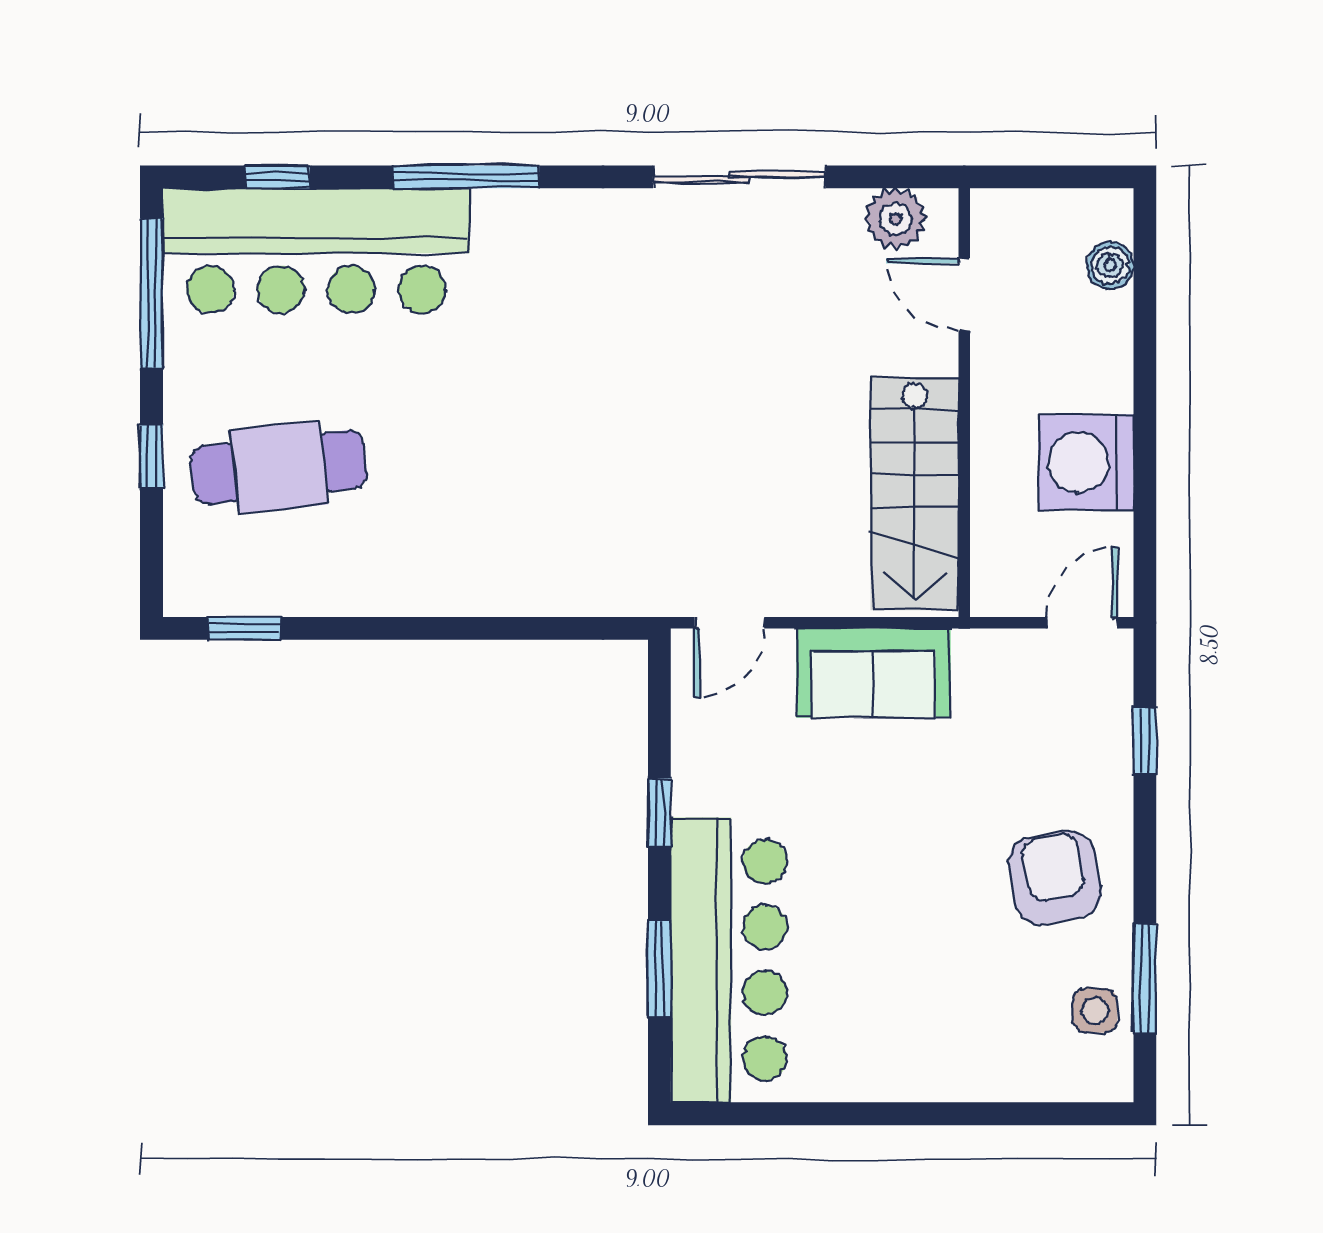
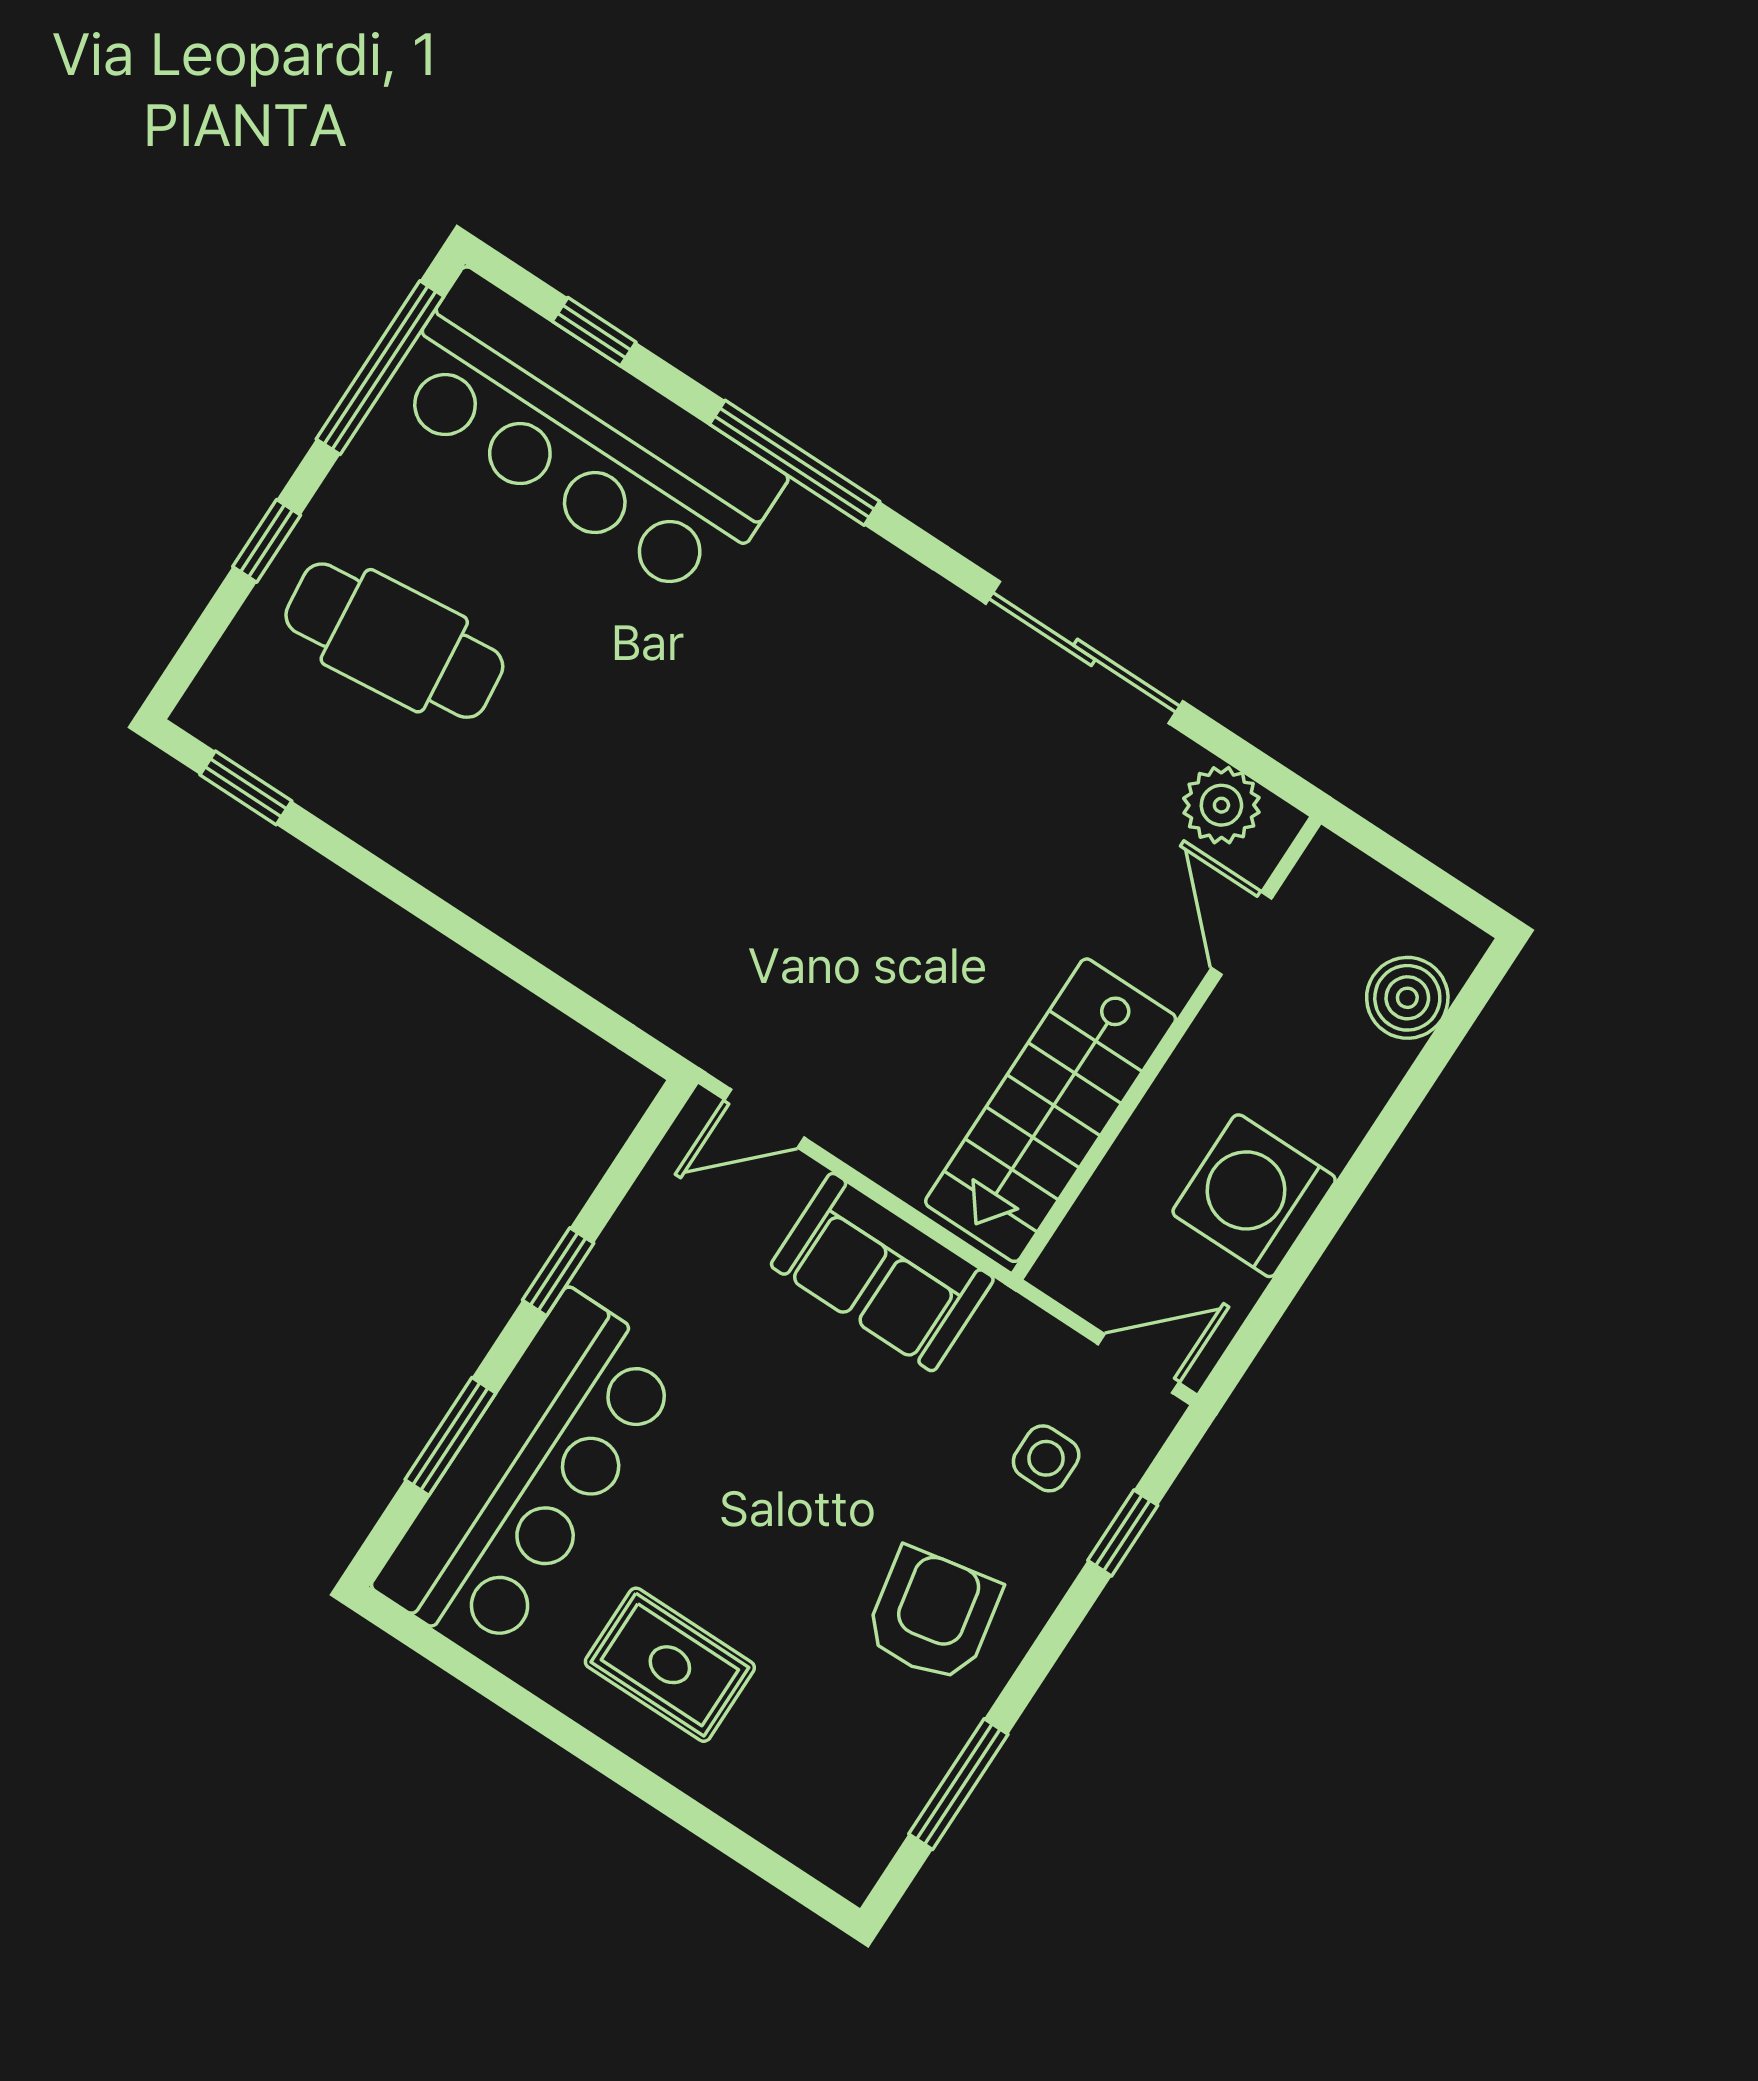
boiler: (1110, 265) -> (1407, 998), width x1.36, depth x1.36
side table: (1095, 1010) -> (1046, 1458), moved
rug: (903, 1024) -> (670, 1665), added

